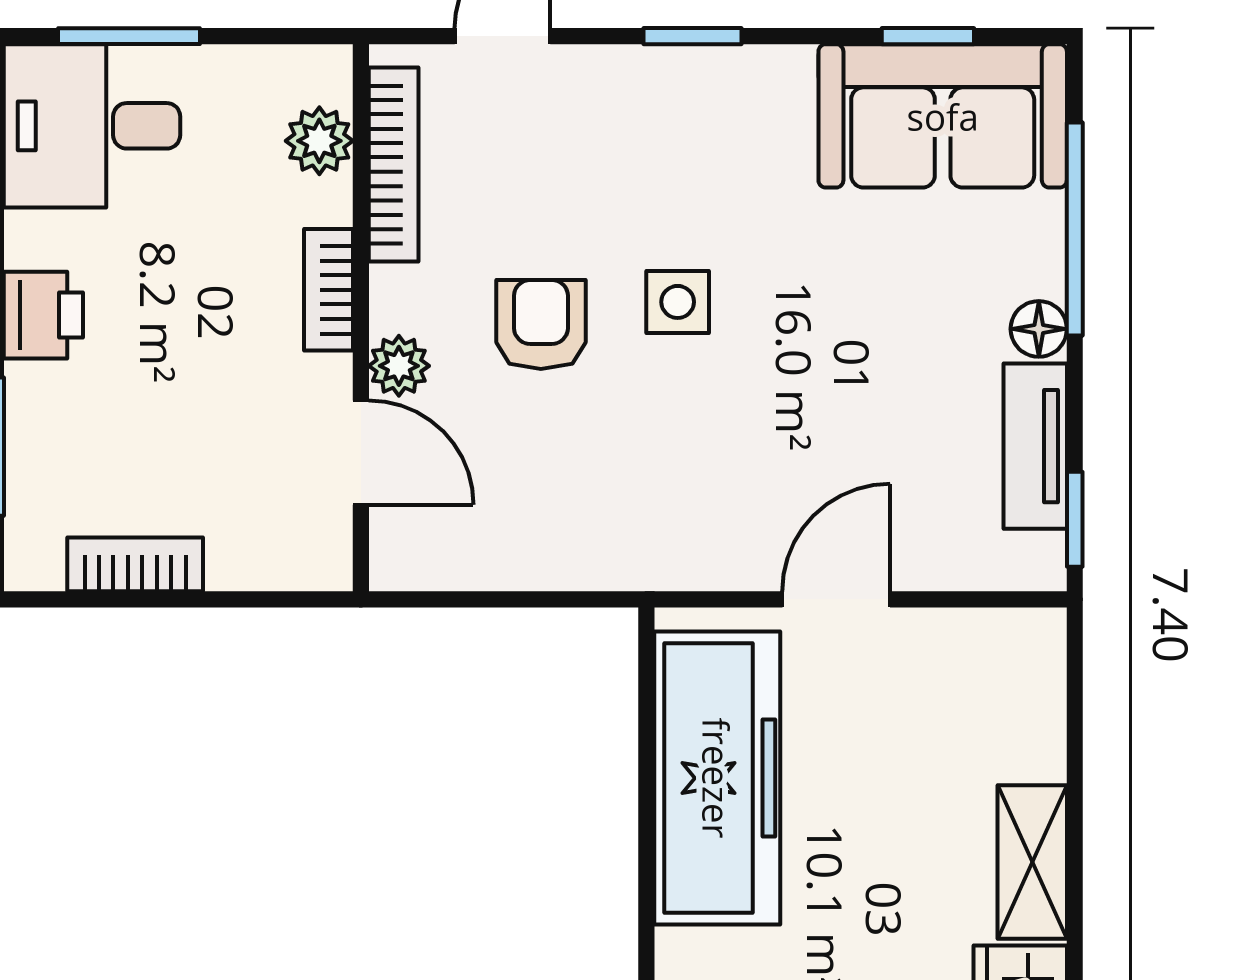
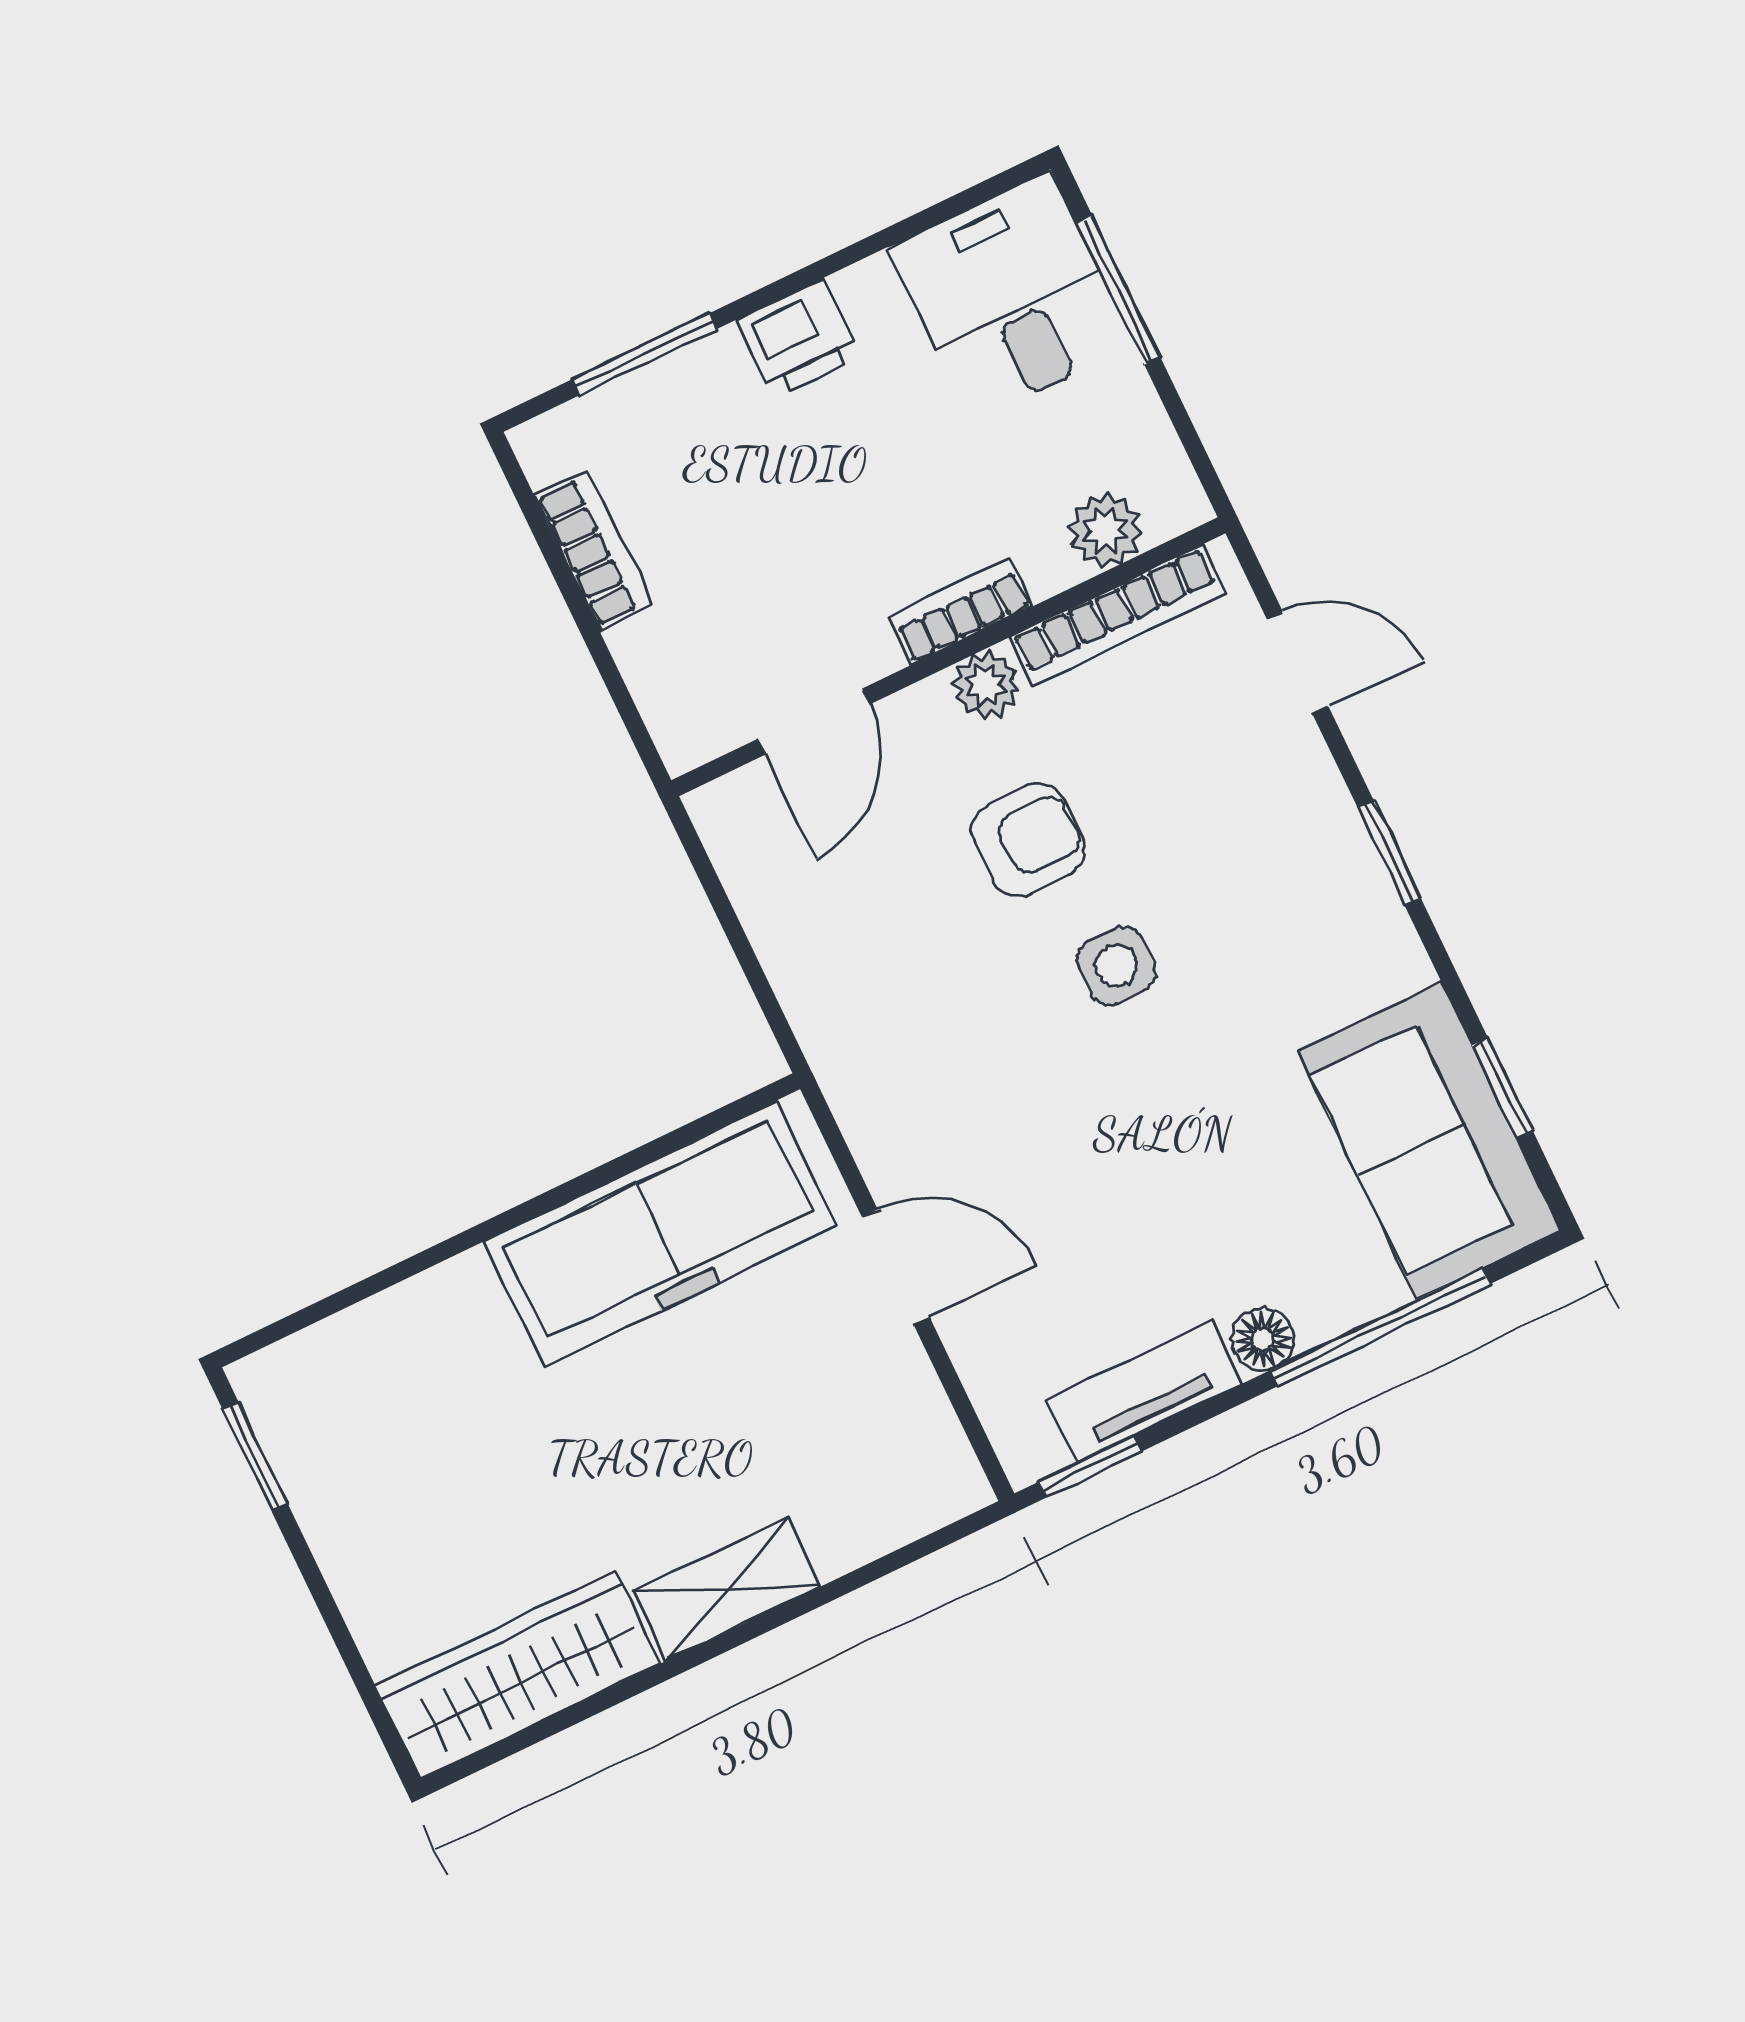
plant: (399, 366) -> (986, 685), moved

